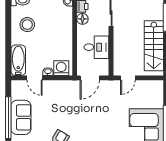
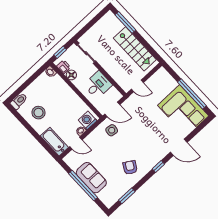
door: (90, 78) -> (112, 109), hinge flipped
door: (128, 78) -> (137, 86), hinge flipped
side table: (73, 94) -> (112, 130), added

